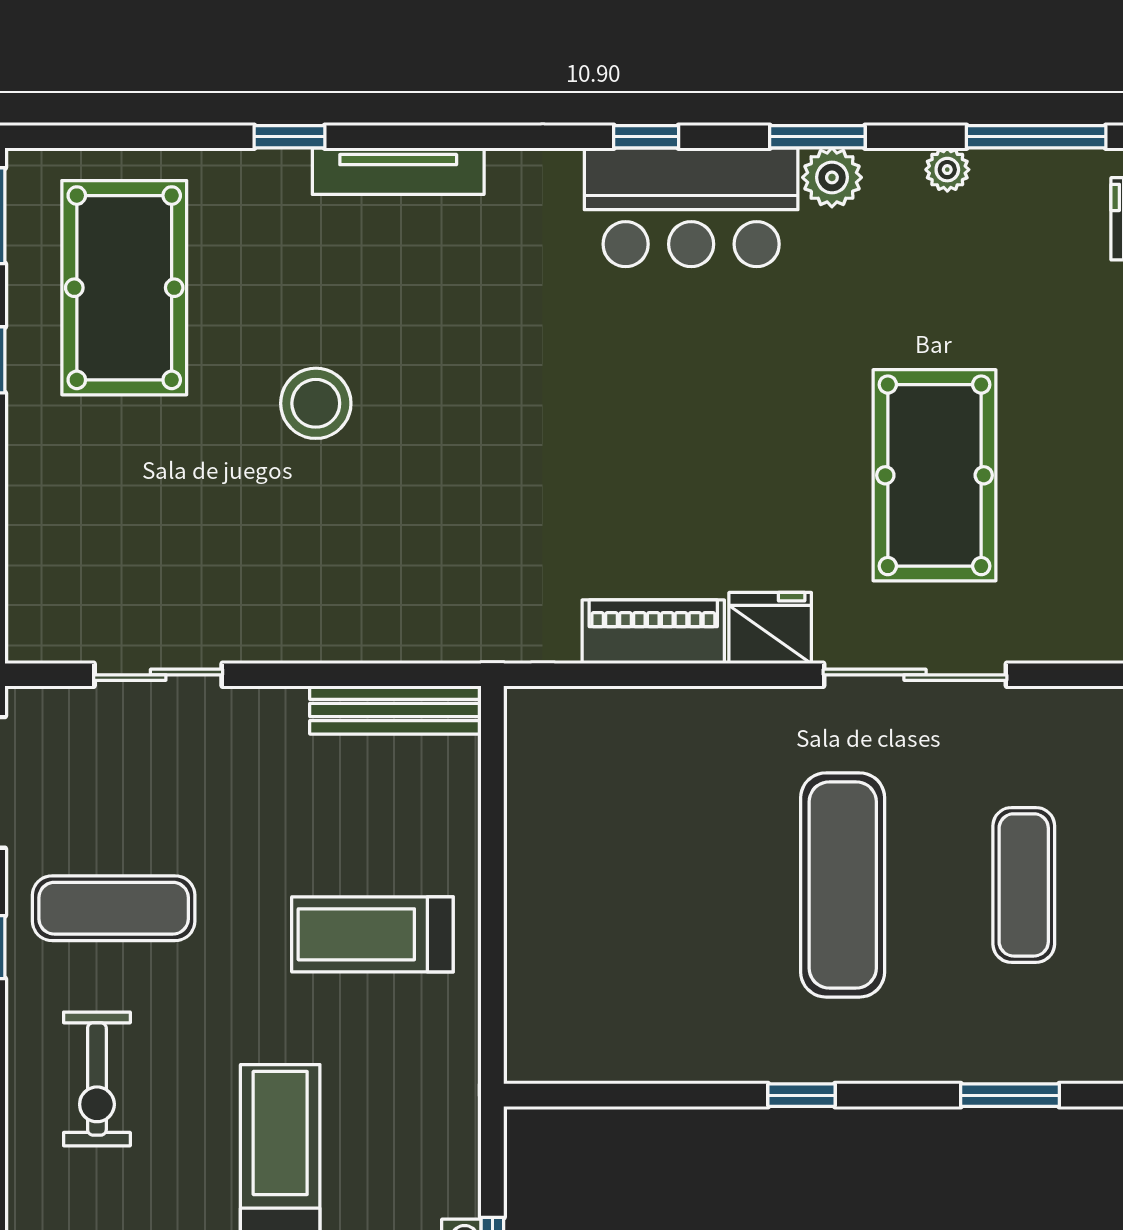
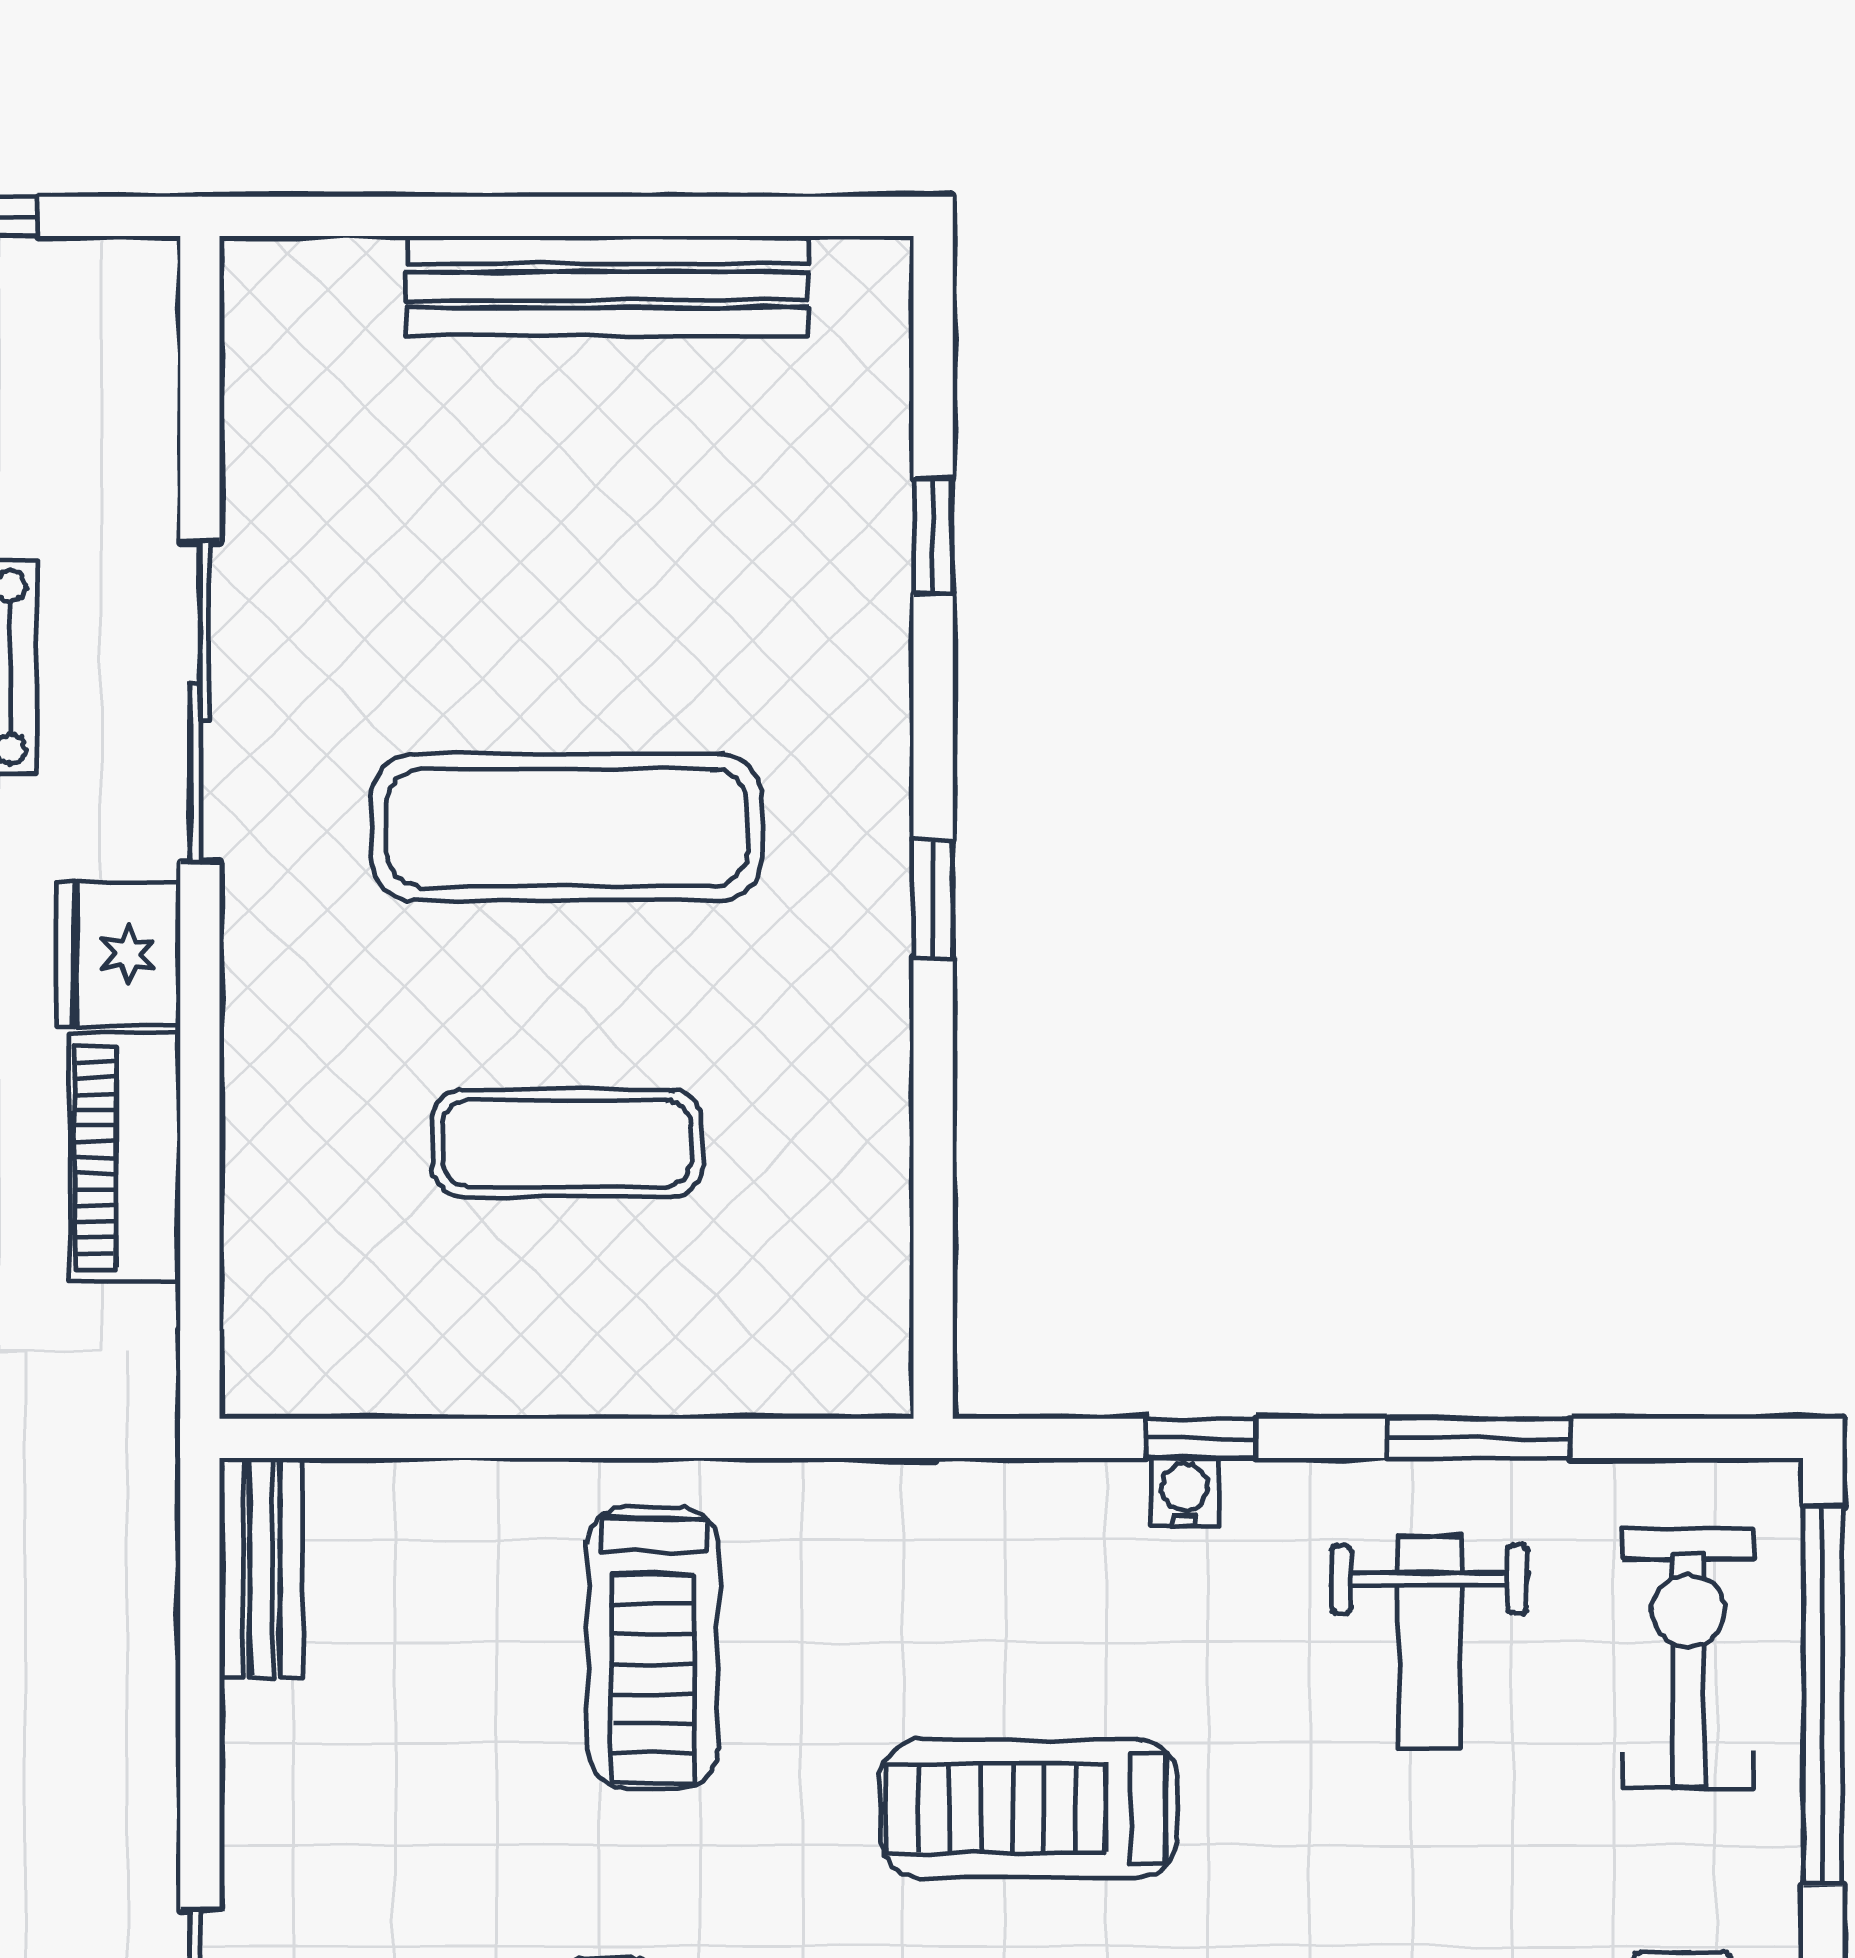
bench: (395, 710) -> (261, 1568), width x0.73
exercise mat: (1024, 885) -> (567, 1143), moved
window: (1010, 1095) -> (933, 536), width x0.67

